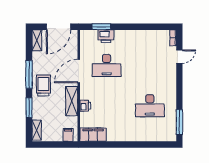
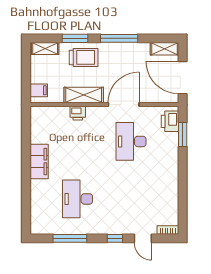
printer: (106, 36) -> (170, 121), moved
door: (79, 71) -> (124, 105), hinge flipped
window: (179, 78) -> (115, 238), added
trolley: (43, 86) -> (84, 57), moved
window: (179, 122) -> (70, 238), moved
filing cabinet: (93, 135) -> (39, 161), moved

